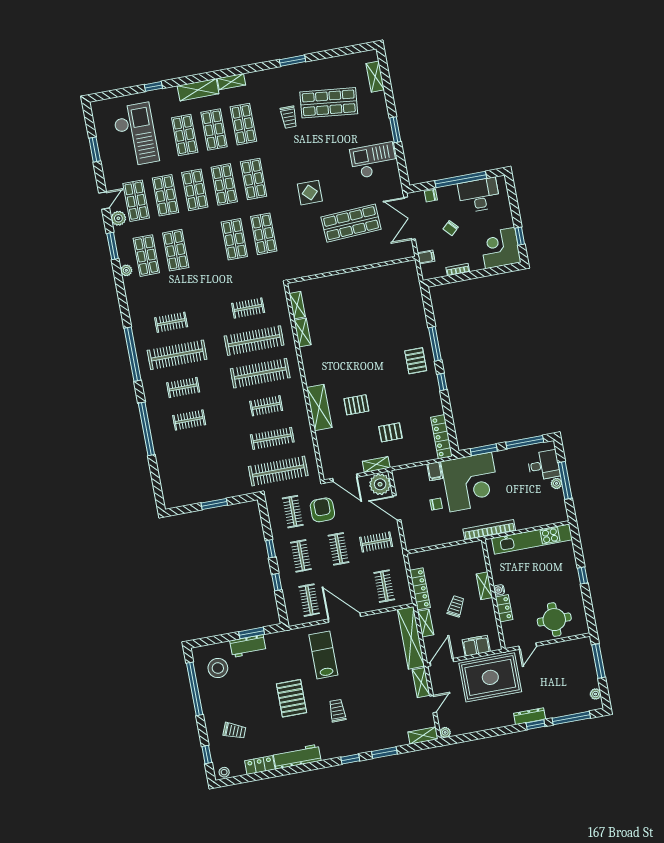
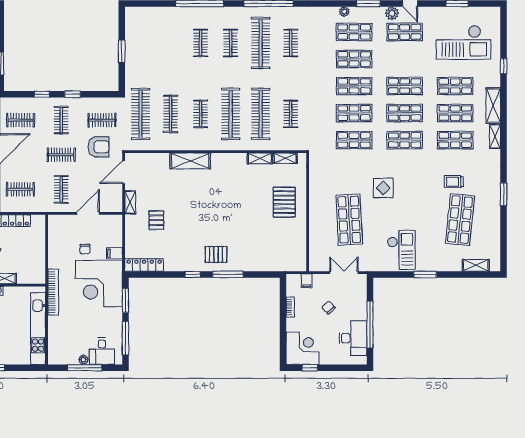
shop shelf: (165, 195) -> (354, 86), moved
chair: (431, 196) -> (361, 295), removed
double door: (410, 218) -> (344, 273), width x0.73
pallet: (356, 405) -> (284, 202), moved, width x1.50, depth x1.42
plant: (380, 484) -> (112, 202), removed
clothes rail: (301, 556) -> (61, 120), turned 90

